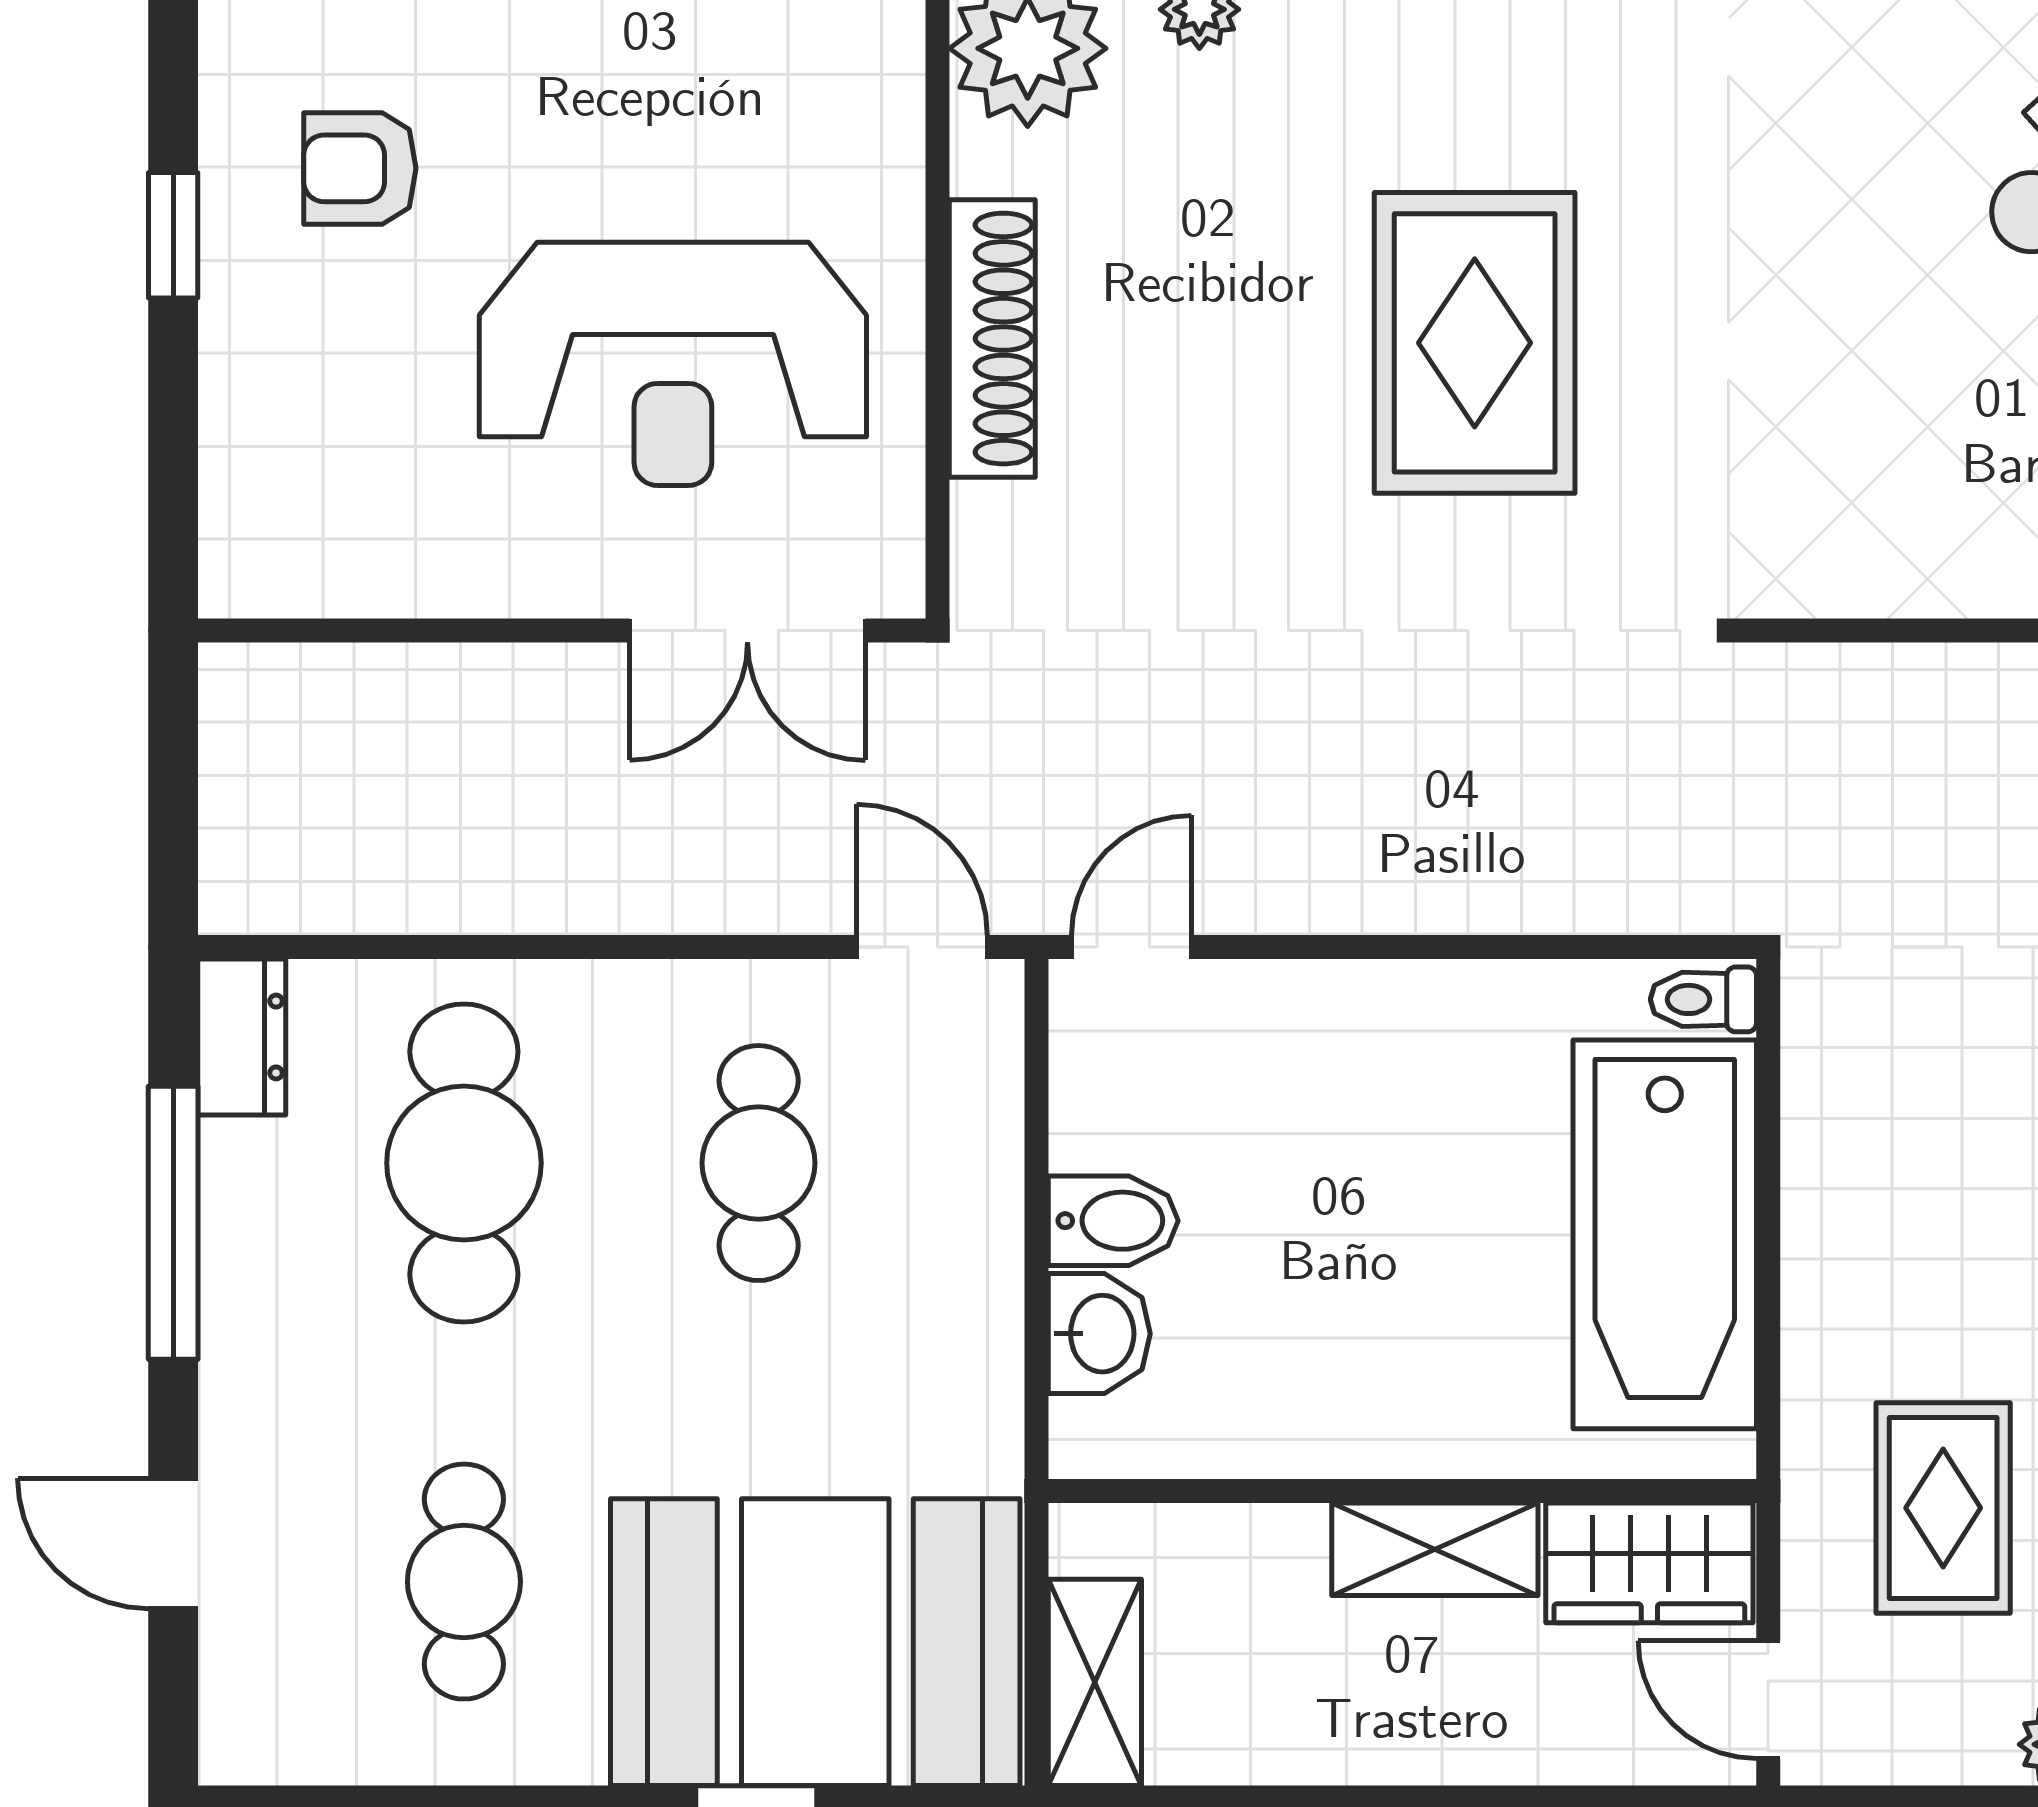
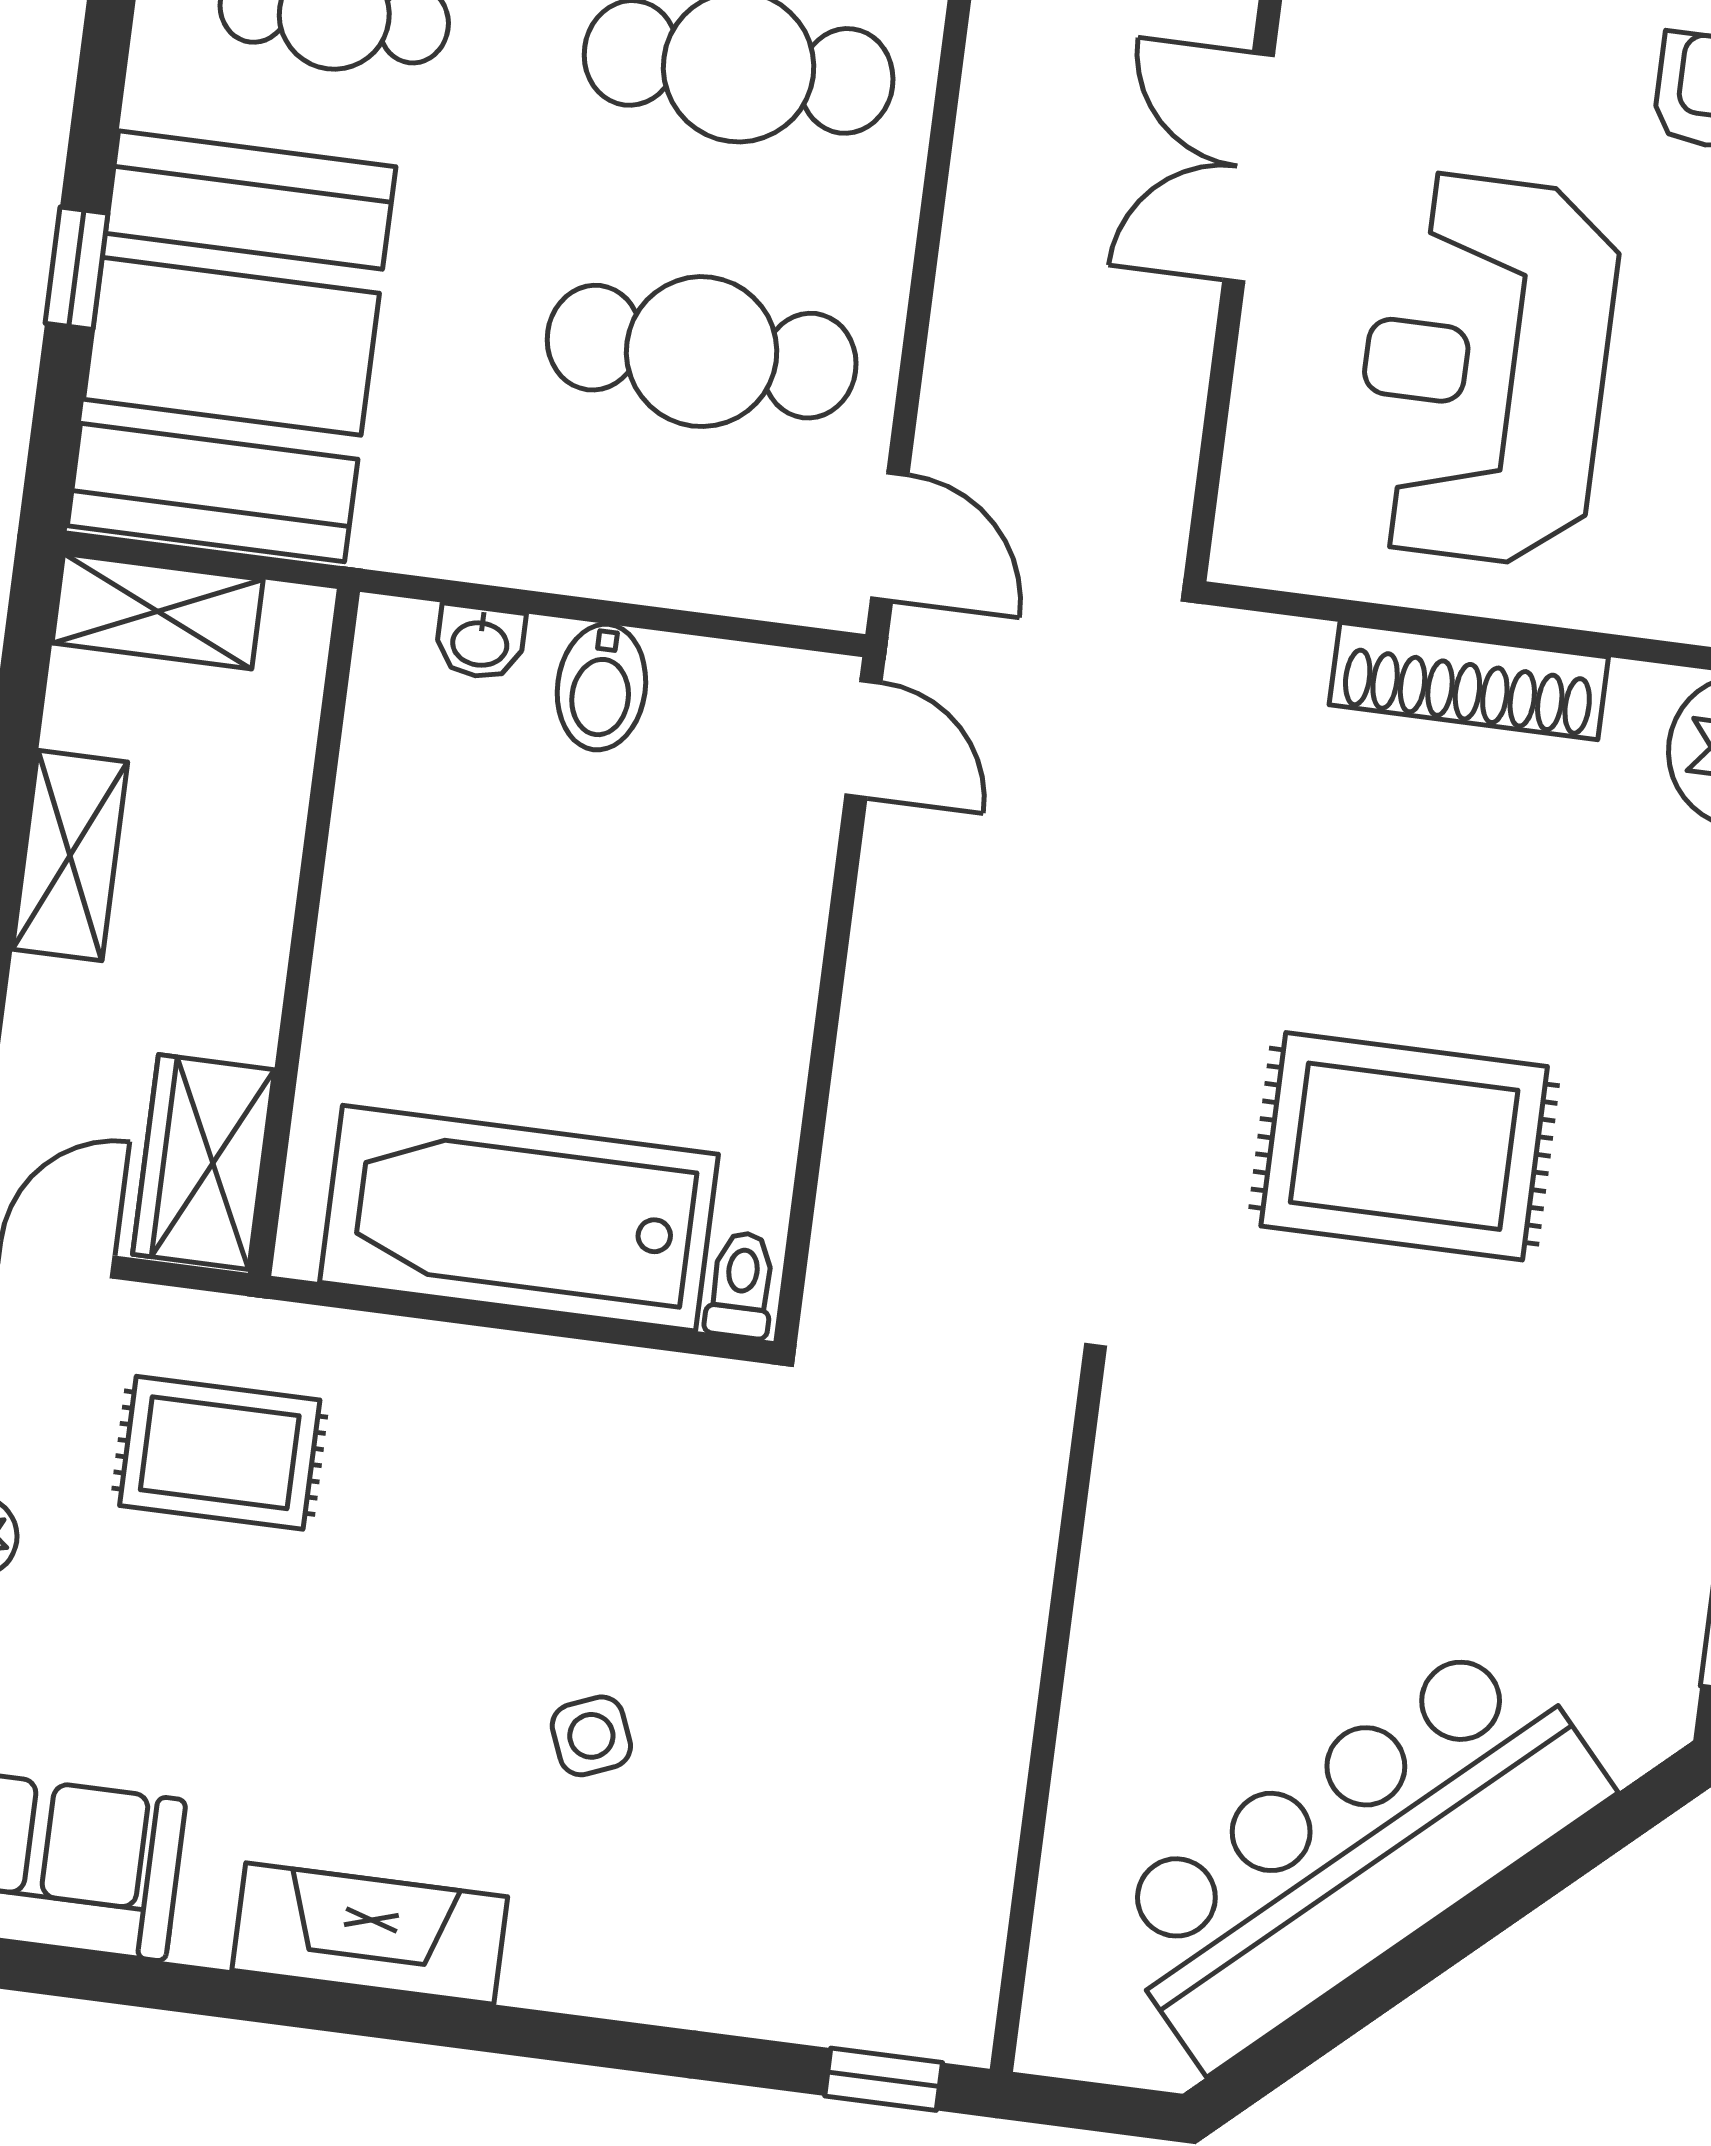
double door: (747, 631) -> (1249, 168), moved
door: (922, 947) -> (890, 537), hinge flipped
cafe table: (759, 1163) -> (702, 352), width x1.37, depth x1.35
washbasin: (1099, 1334) -> (480, 642), width x0.72, depth x0.69
shelving: (1435, 1549) -> (70, 856), moved

